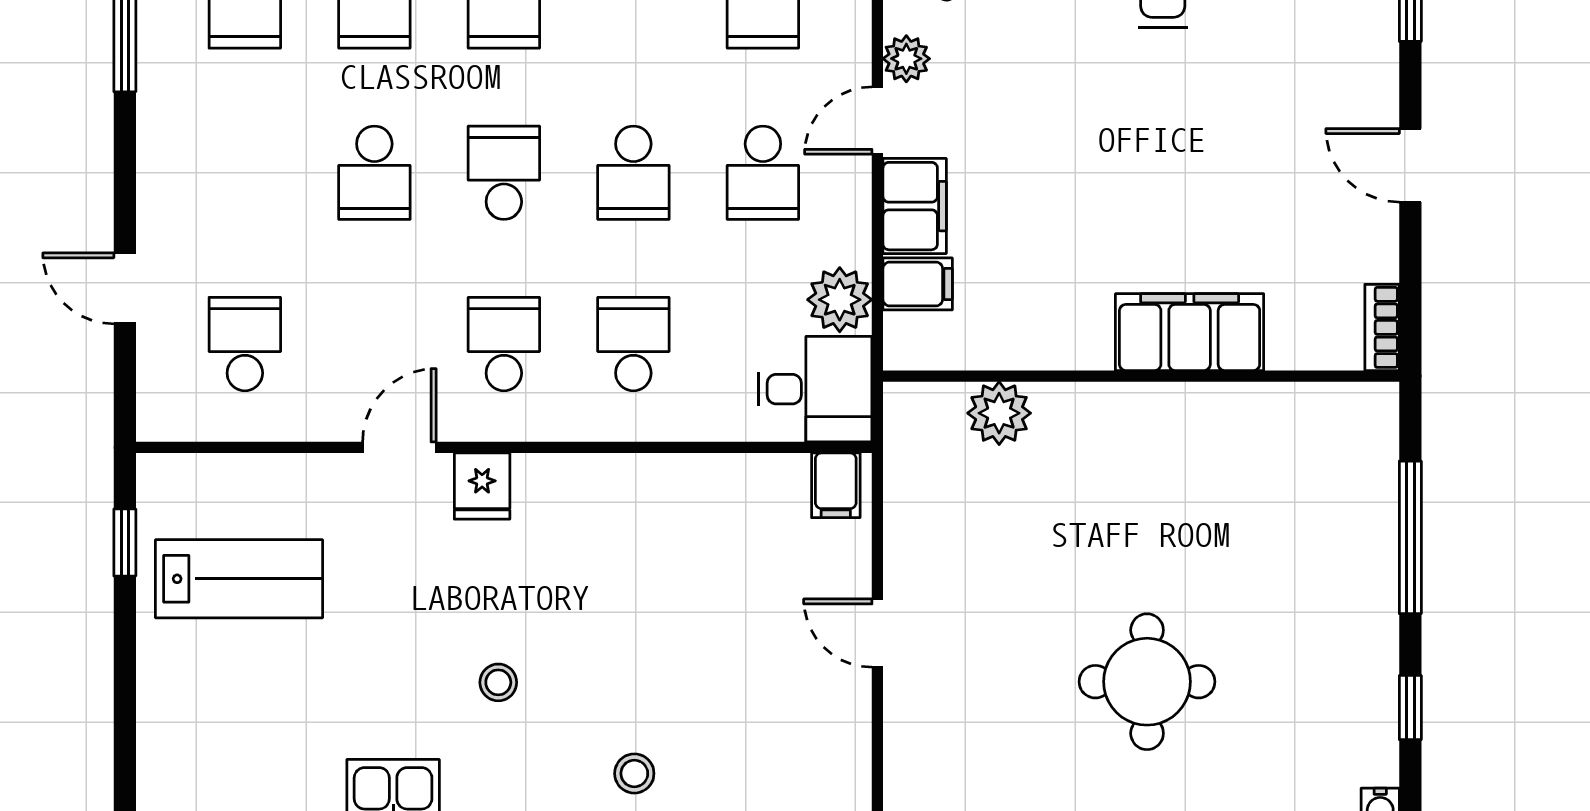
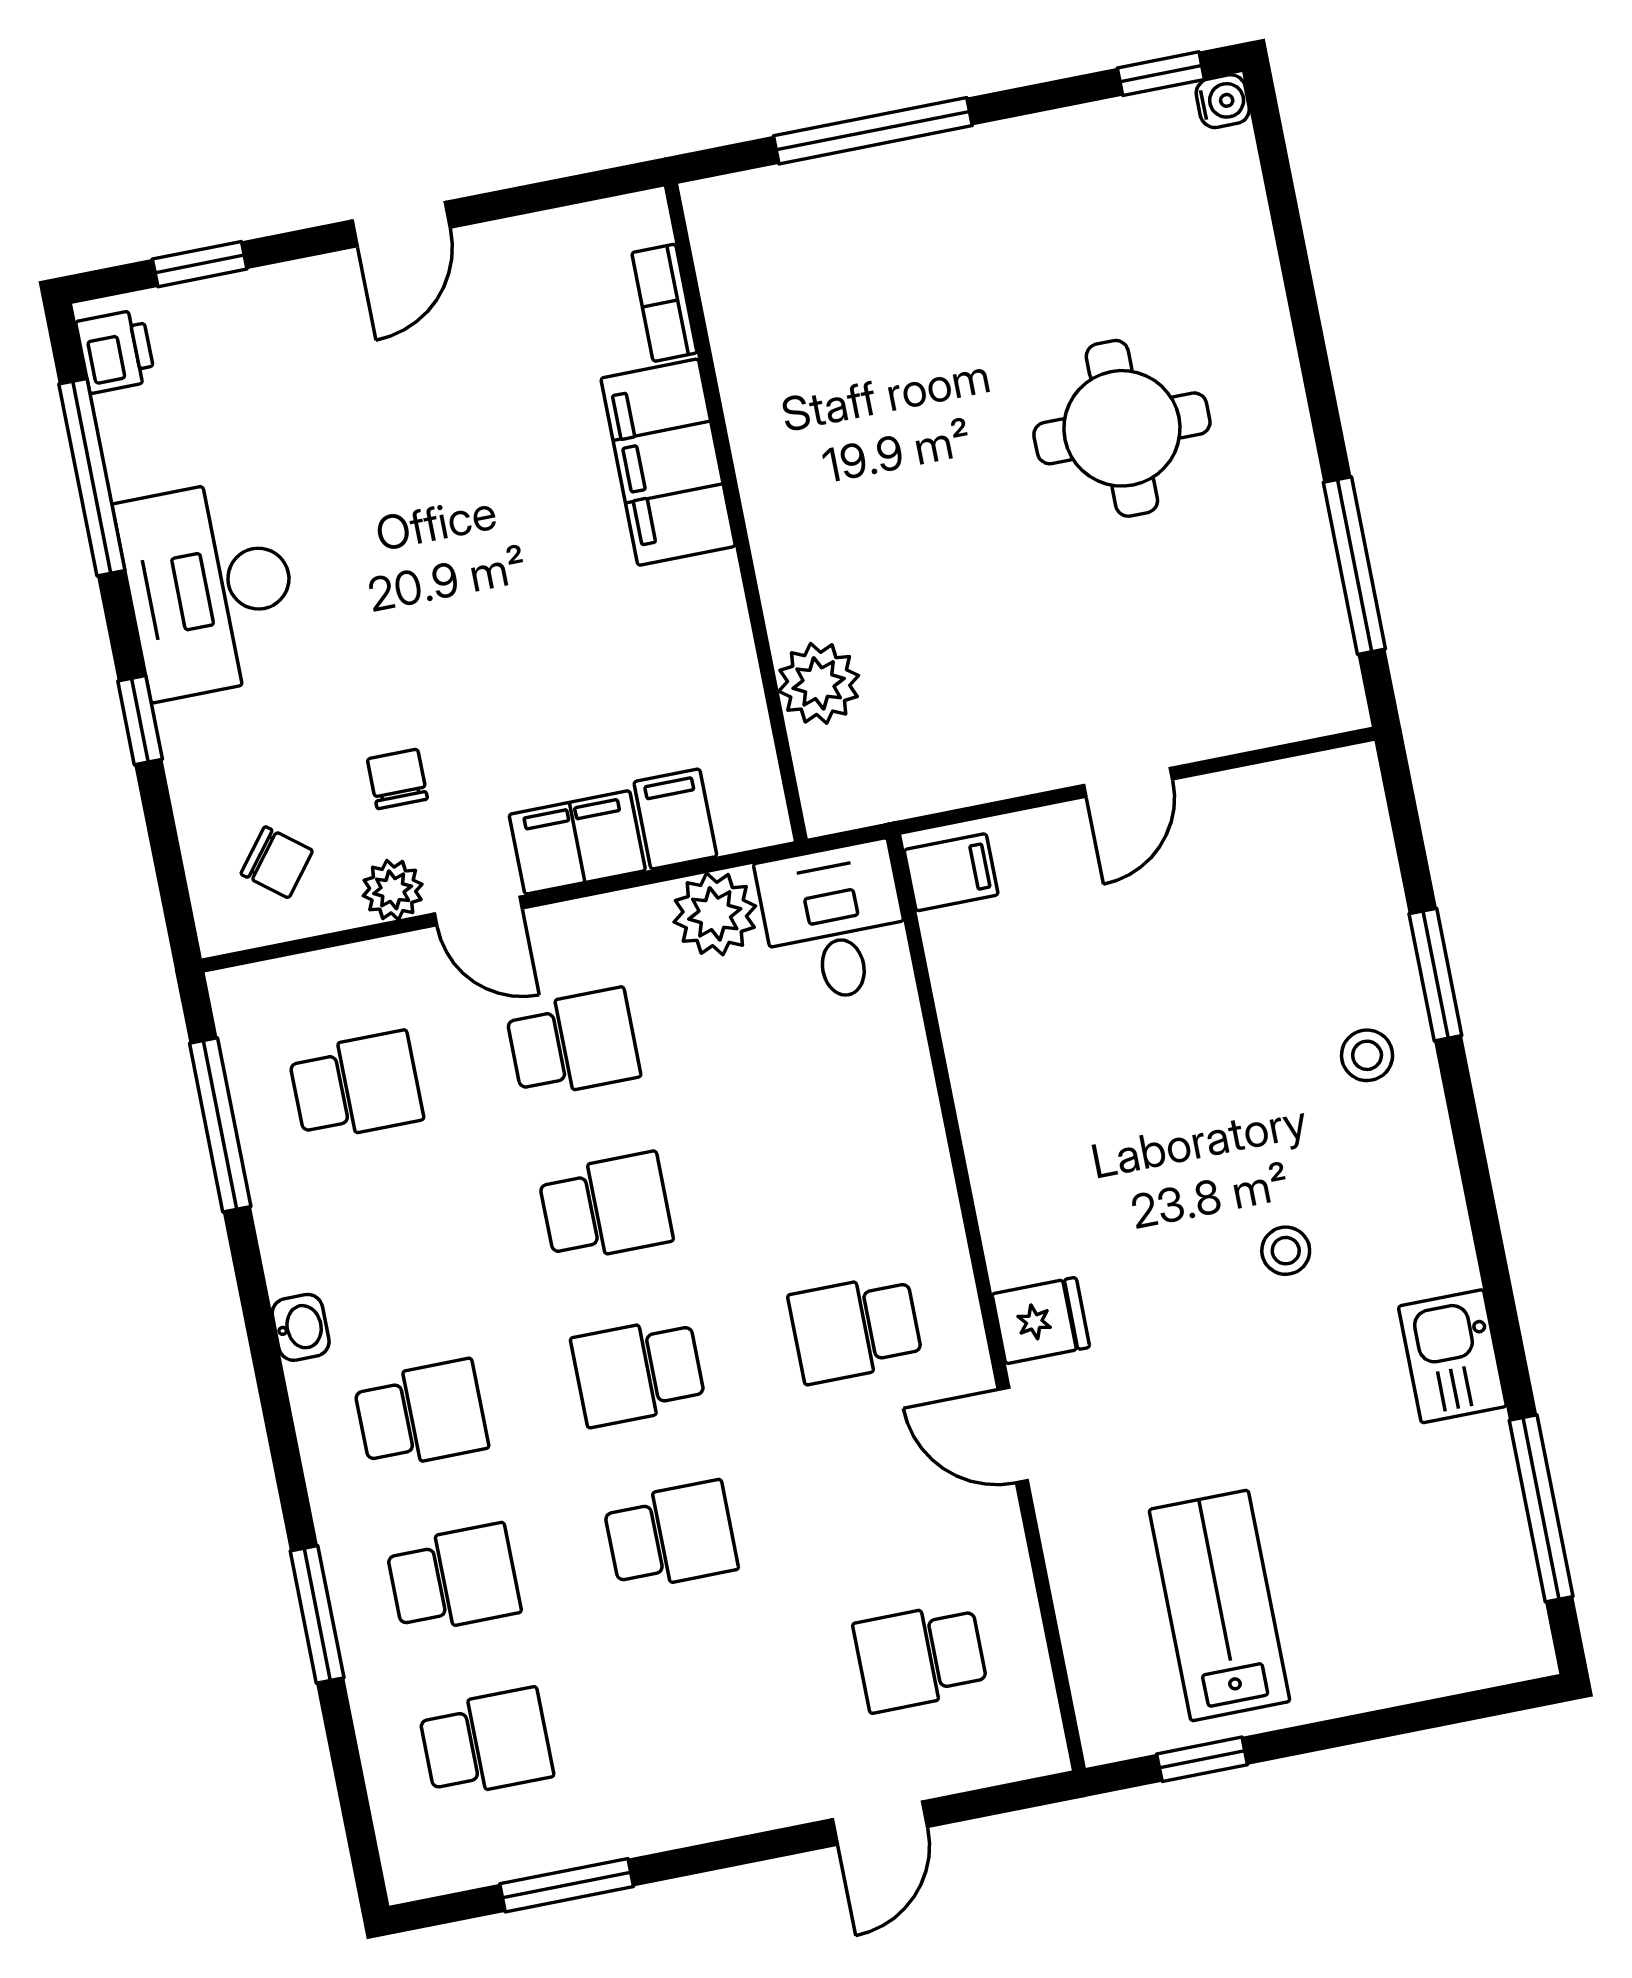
chair: (990, 79) -> (397, 779), added
bookcase: (1382, 327) -> (664, 303), moved, turned 90
school desk: (633, 344) -> (823, 1164), removed
window: (1410, 708) -> (1161, 74), moved

